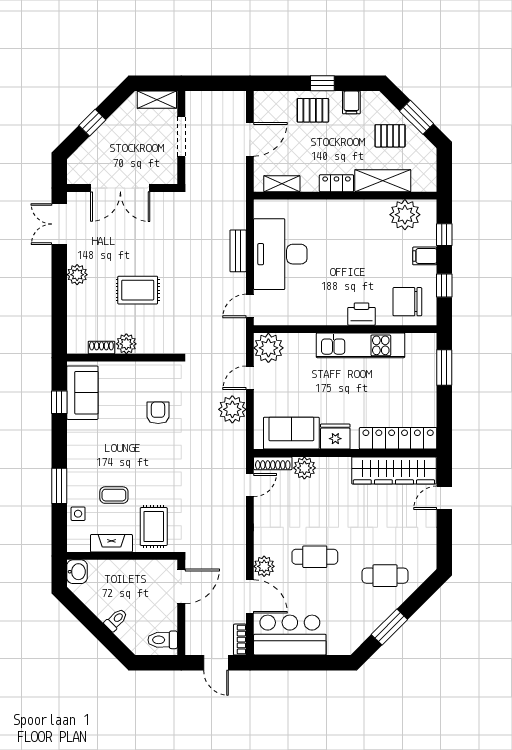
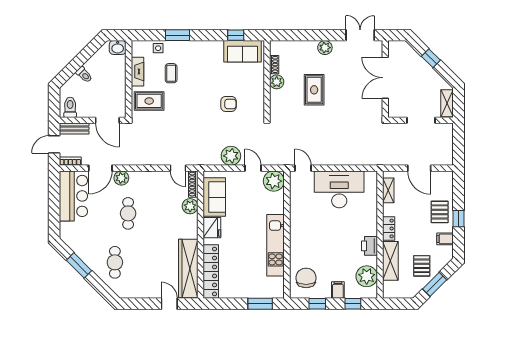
bench: (238, 251) -> (74, 128), moved
printer: (362, 314) -> (369, 246), moved, turned 180

